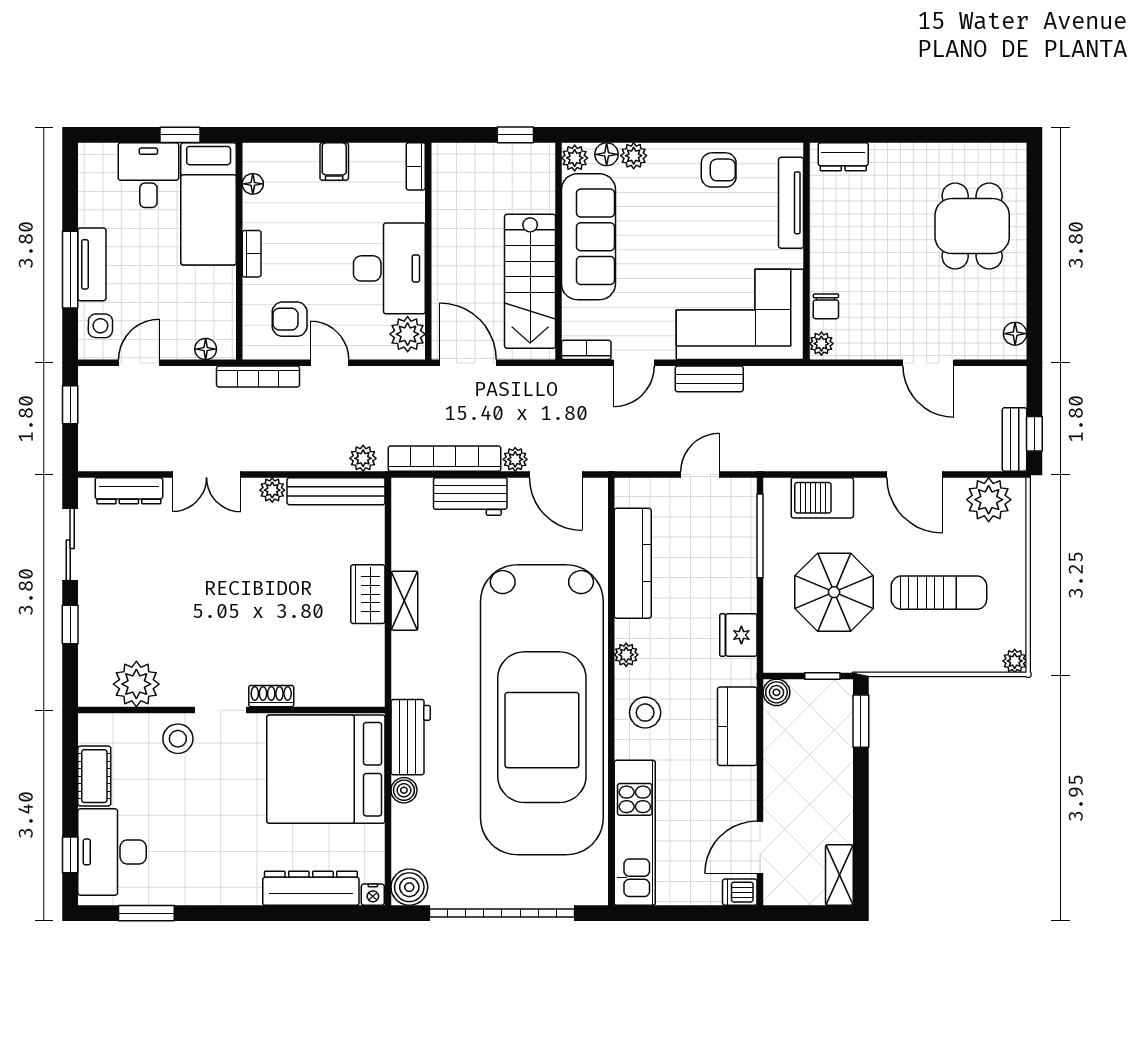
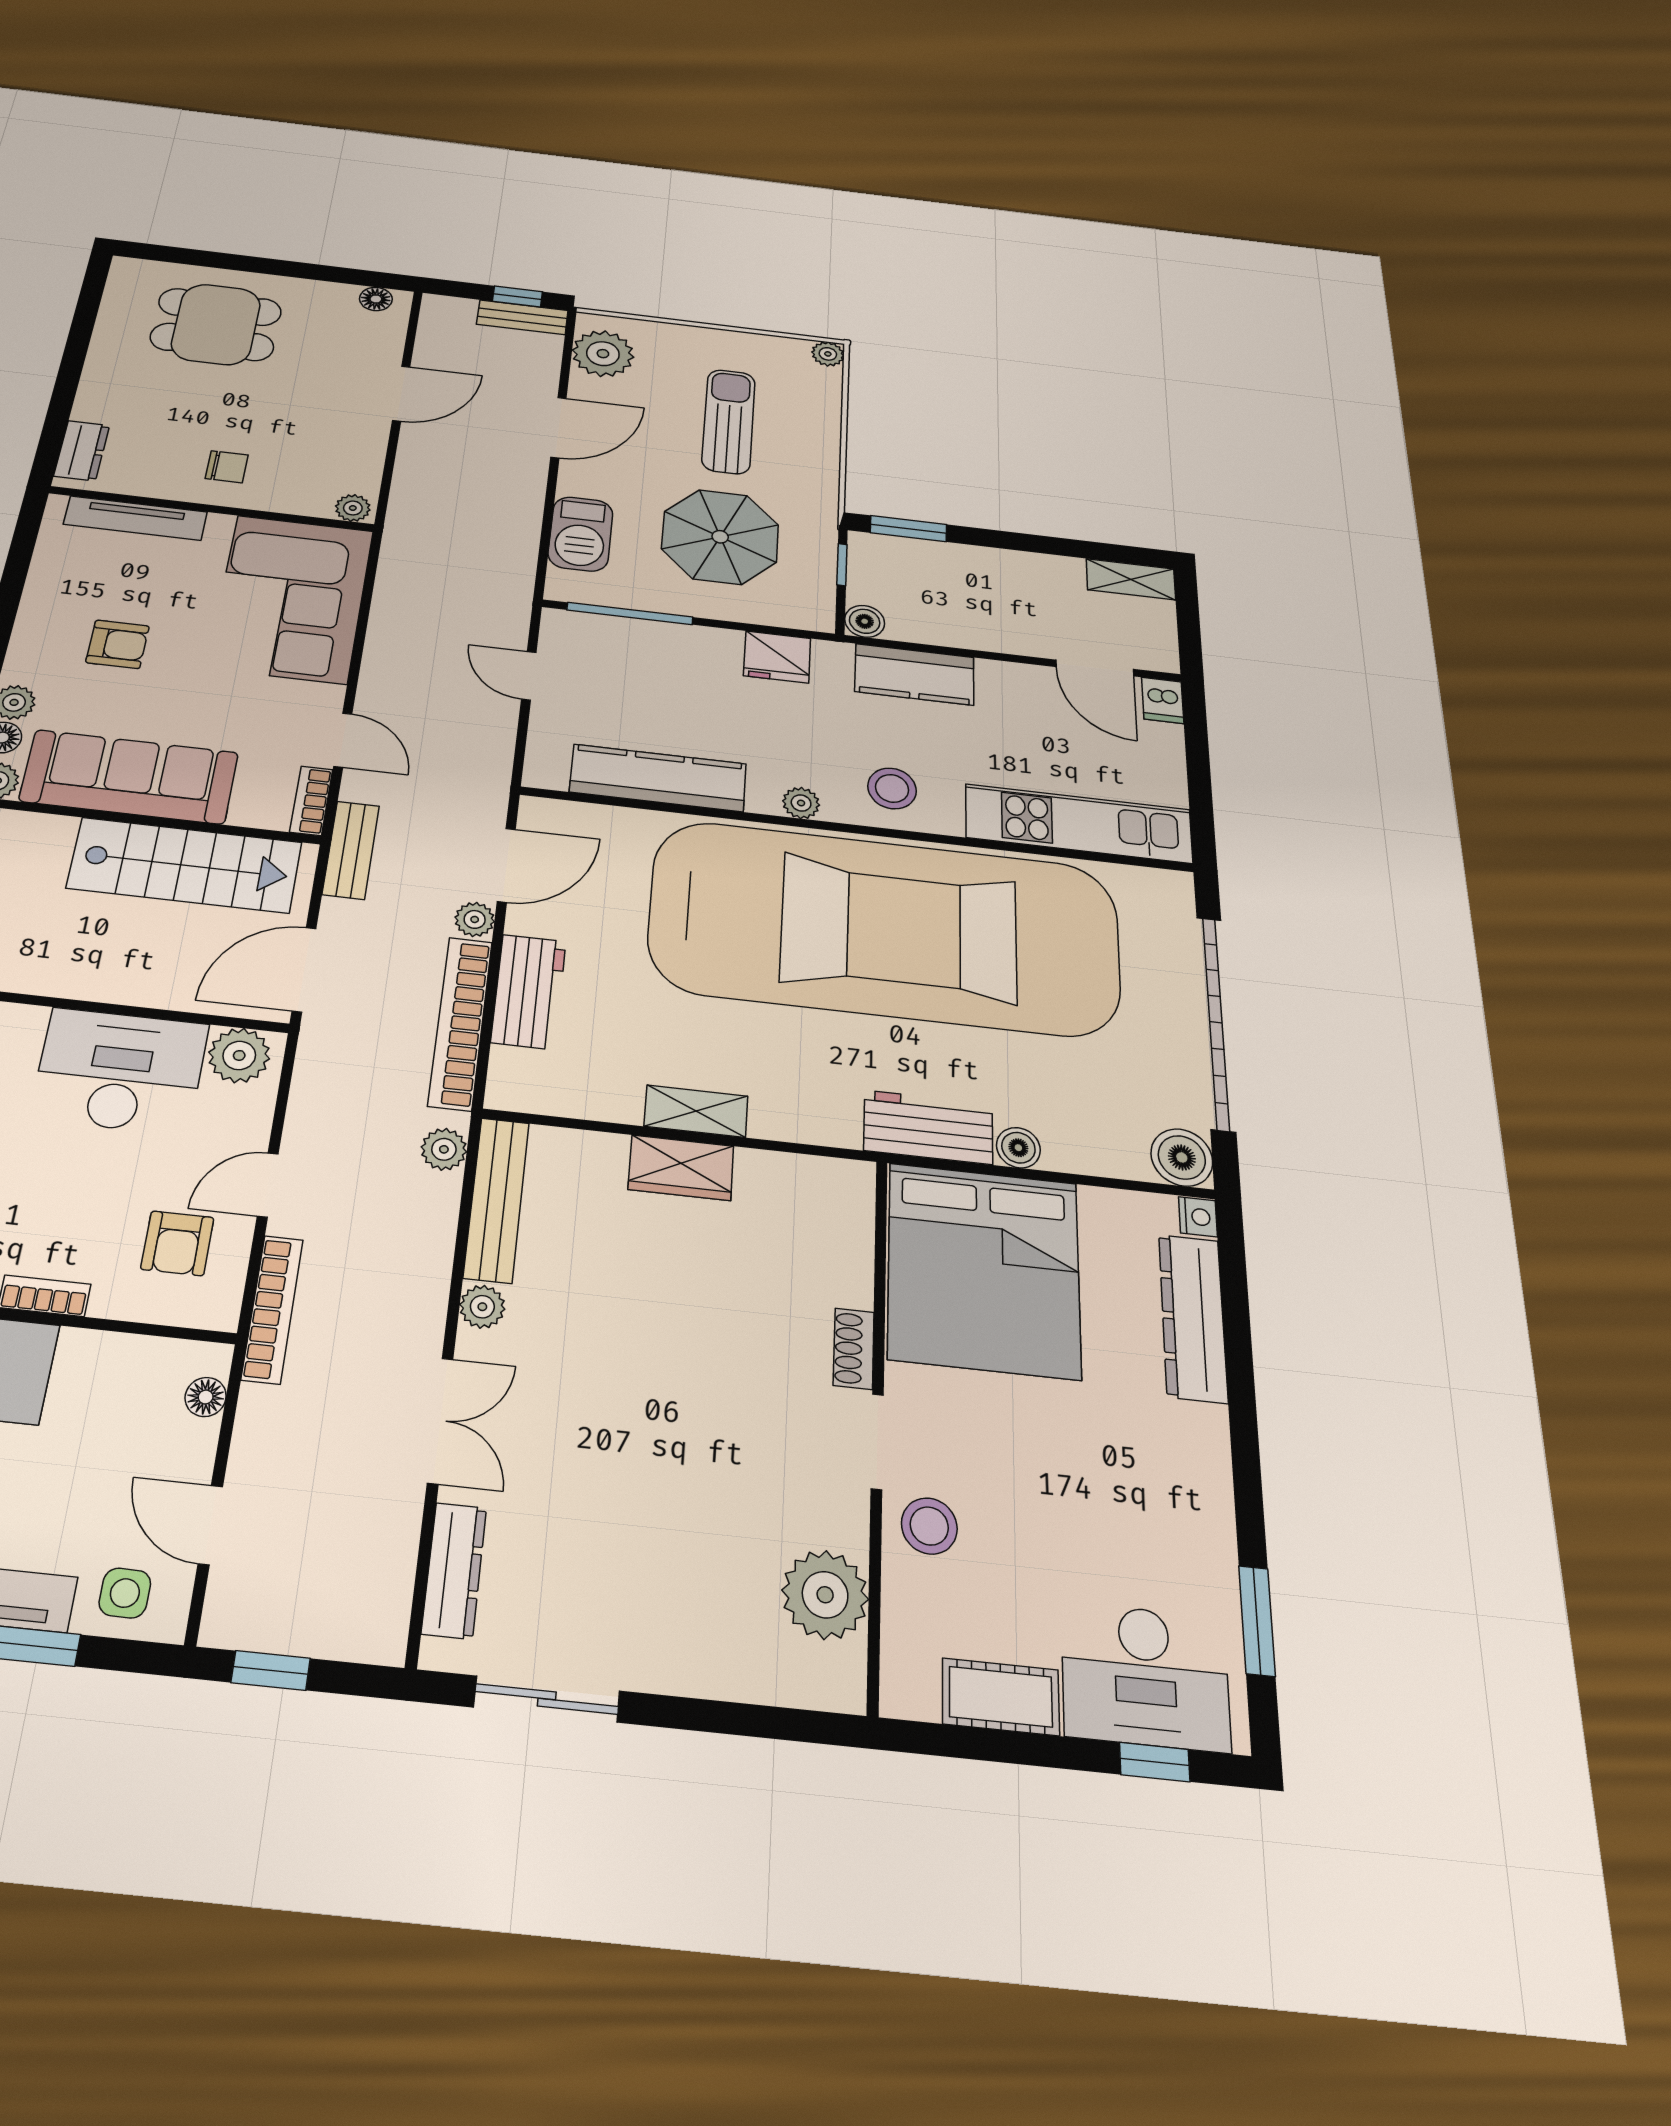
armchair: (719, 170) -> (118, 644), moved, turned 90
chair: (826, 306) -> (227, 467), moved
bench: (709, 379) -> (351, 850), moved
window: (70, 625) -> (705, 1715), removed

